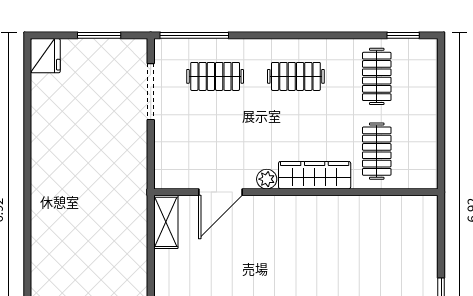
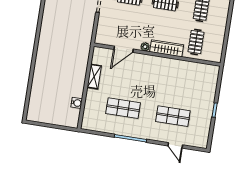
shelving: (166, 222) -> (94, 77), moved

